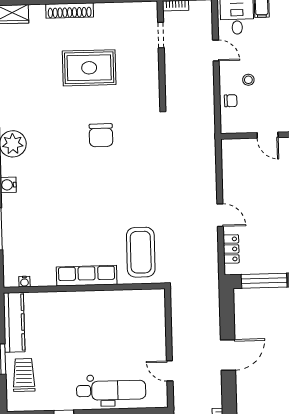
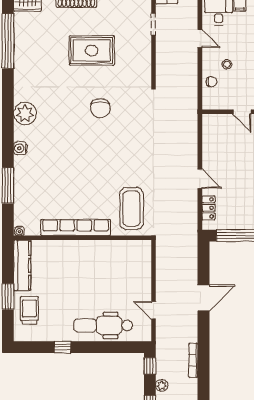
row of seats: (87, 276) -> (76, 227), width x1.36
water cooler: (24, 282) -> (19, 231), moved
dental chair: (111, 390) -> (103, 325), turned 180

